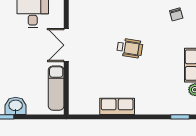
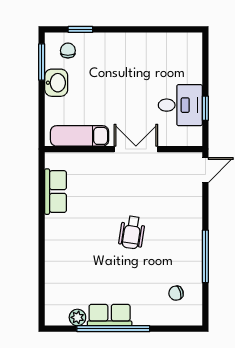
row of seats: (117, 106) -> (56, 192), moved
window: (180, 117) -> (42, 298), removed

